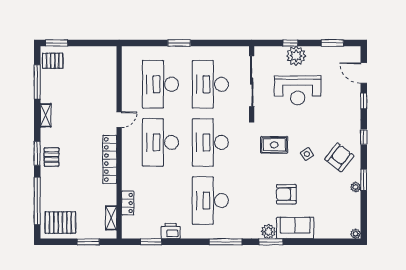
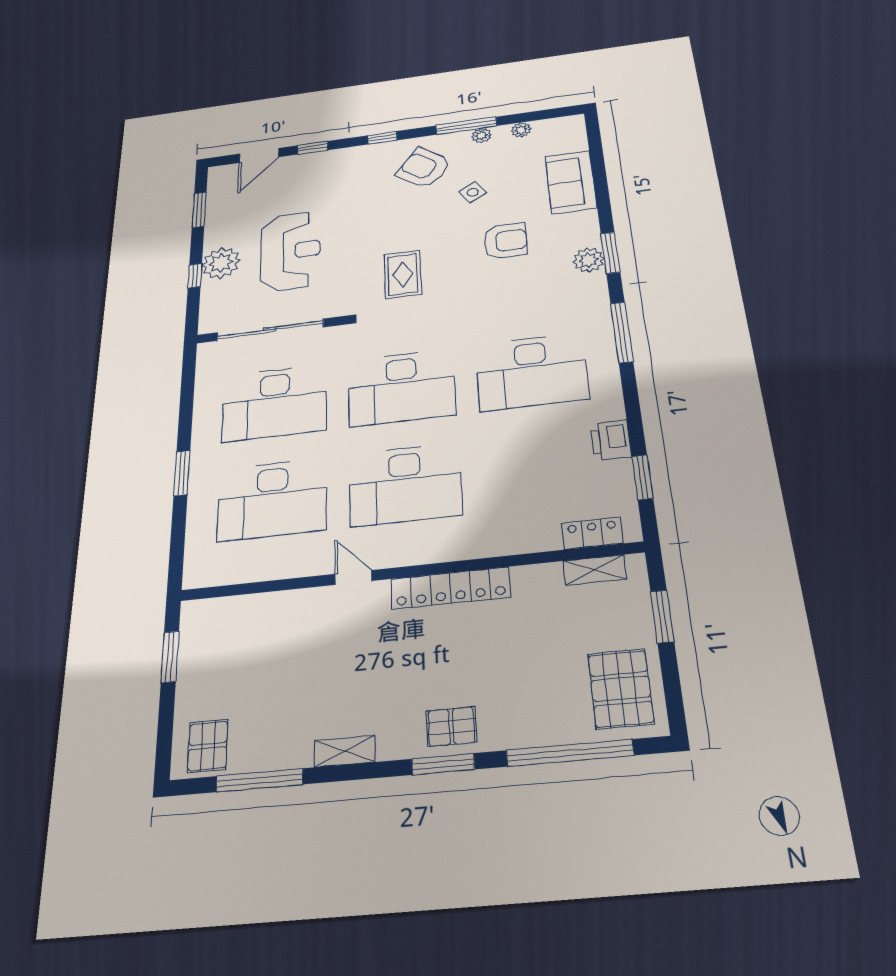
window: (57, 43) -> (170, 657), moved
side table: (307, 154) -> (473, 192), moved
window: (364, 180) -> (466, 126), width x1.44
armchair: (286, 194) -> (505, 241), turned -90
locker: (128, 203) -> (592, 533), moved
sofa: (295, 228) -> (571, 182), moved
plant: (356, 234) -> (521, 130), moved

